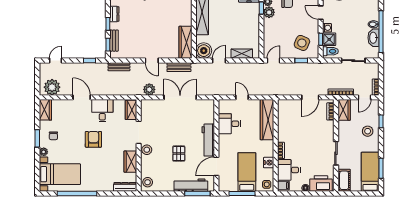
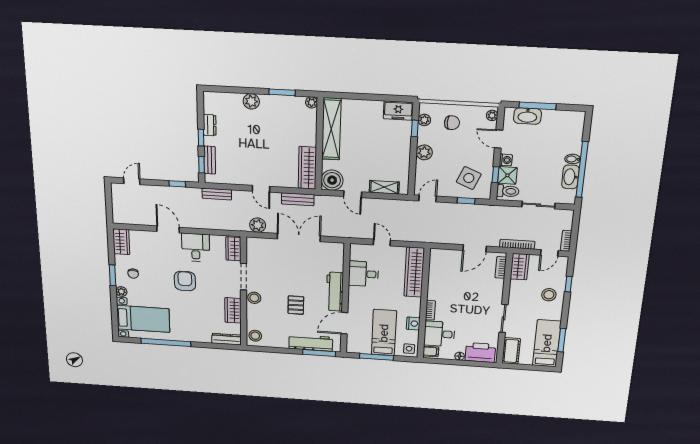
plant: (269, 12) -> (424, 152), moved
door: (219, 61) -> (353, 194), swing flipped
plant: (52, 87) -> (129, 214), removed

